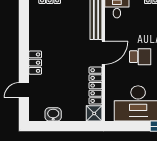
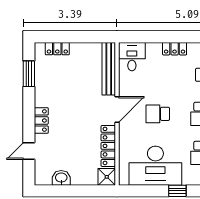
window: (24, 21) -> (29, 74), added
school desk: (140, 57) -> (158, 114), turned 180

